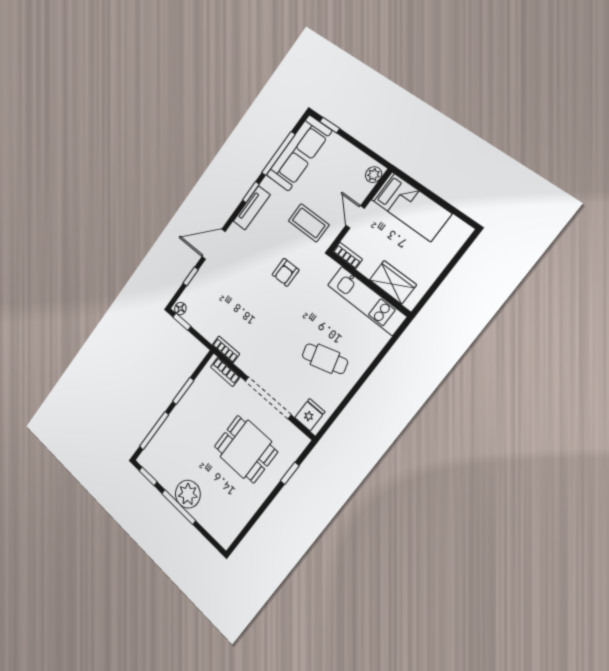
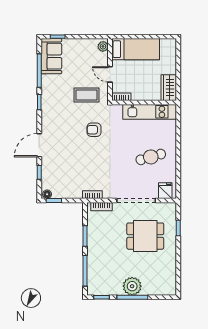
sofa: (299, 153) -> (51, 56), width x0.73
tv unit: (252, 208) -> (47, 110), removed
armchair: (286, 272) -> (94, 130), turned 90
wardrobe: (393, 282) -> (169, 88), moved, turned -90

